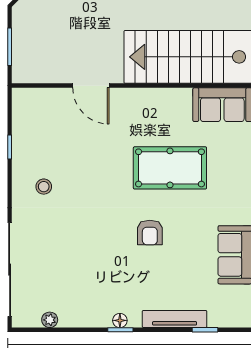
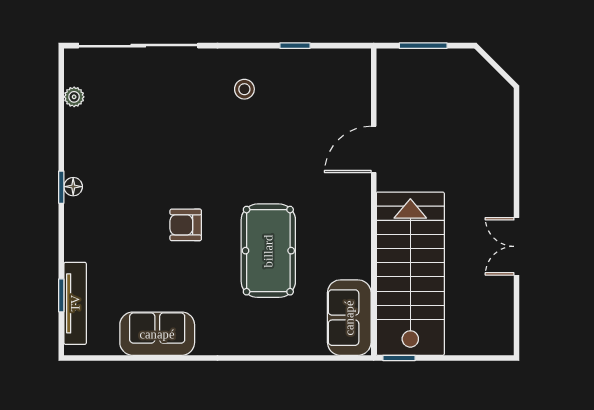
tv unit: (175, 319) -> (75, 303), moved

